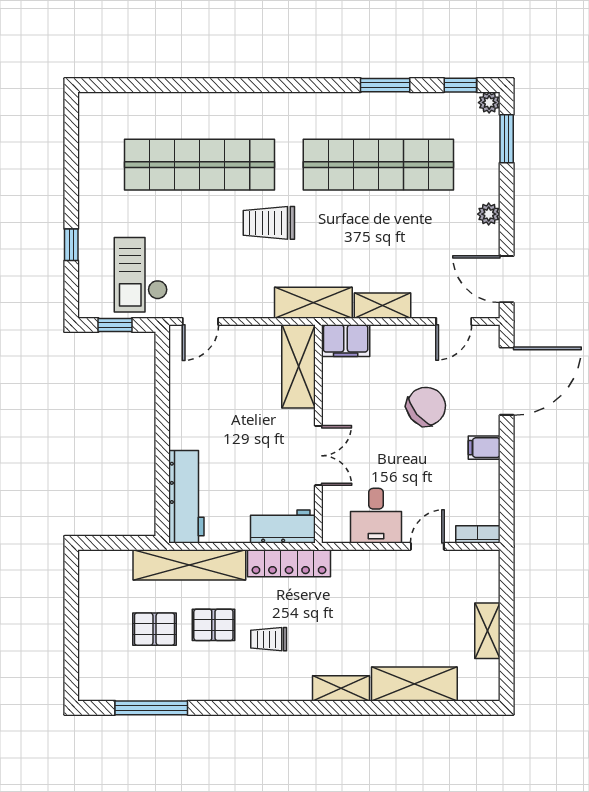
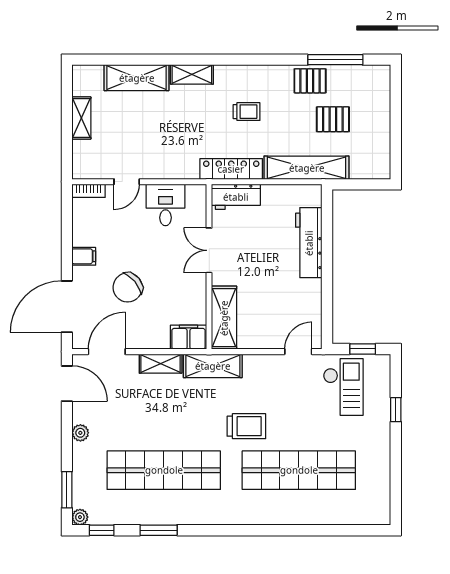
door: (454, 322) -> (107, 352), width x1.38
workbench: (186, 497) -> (309, 243), moved
pallet: (213, 625) -> (310, 81), moved

